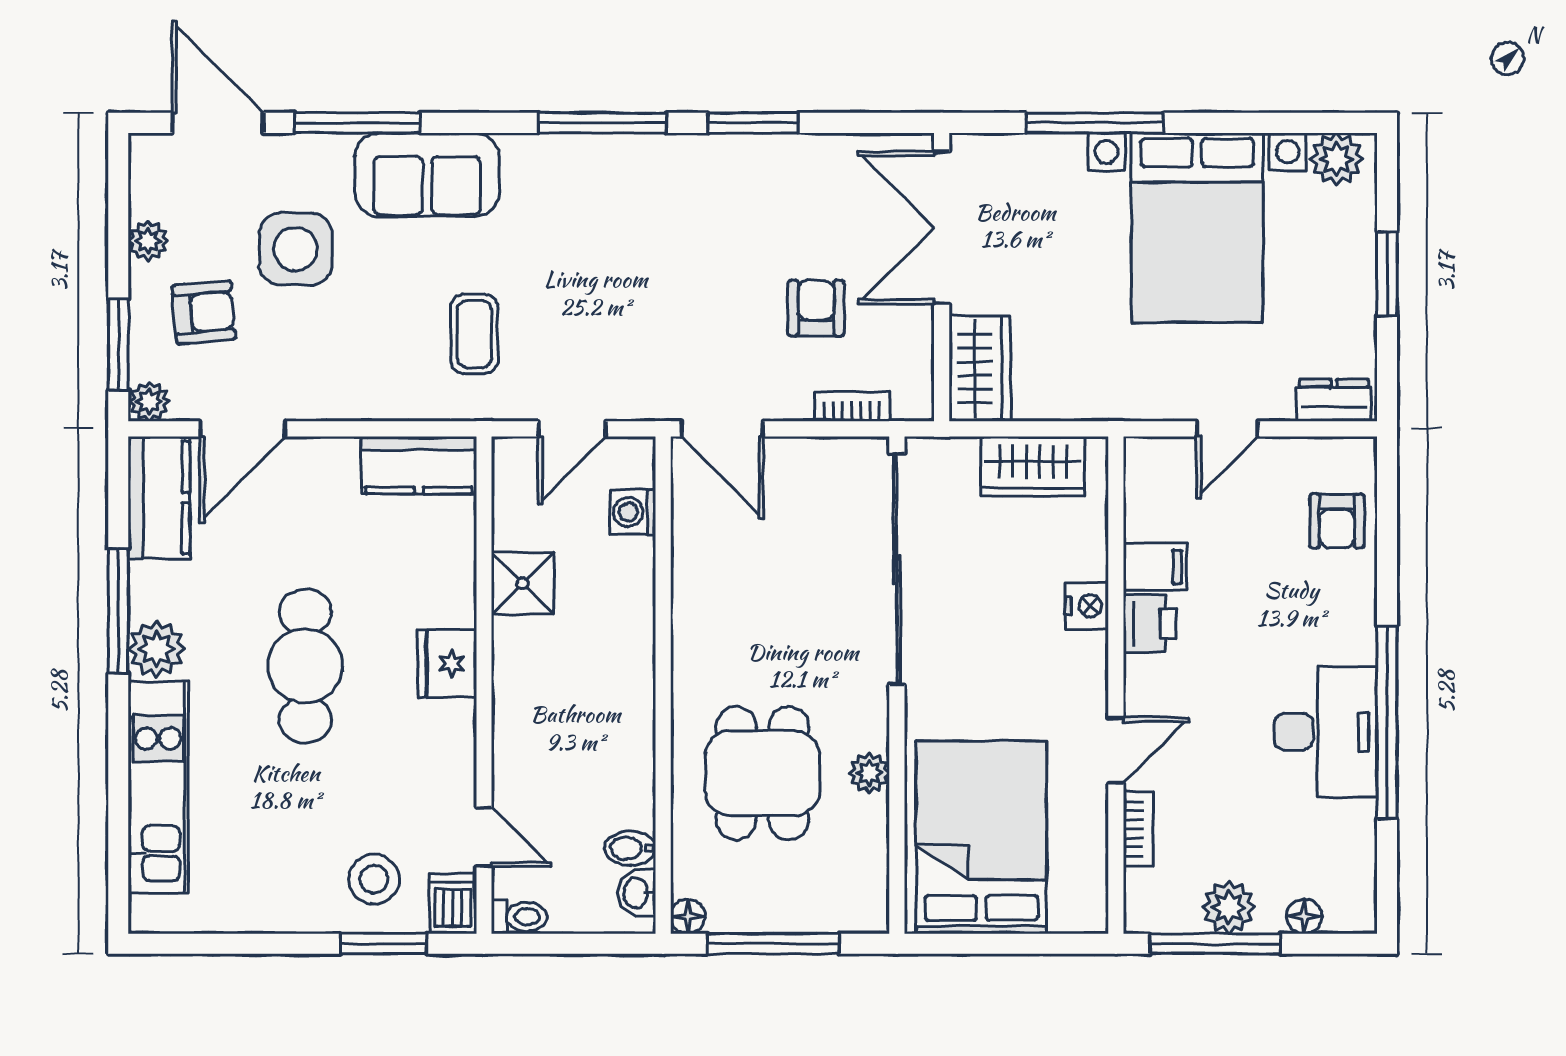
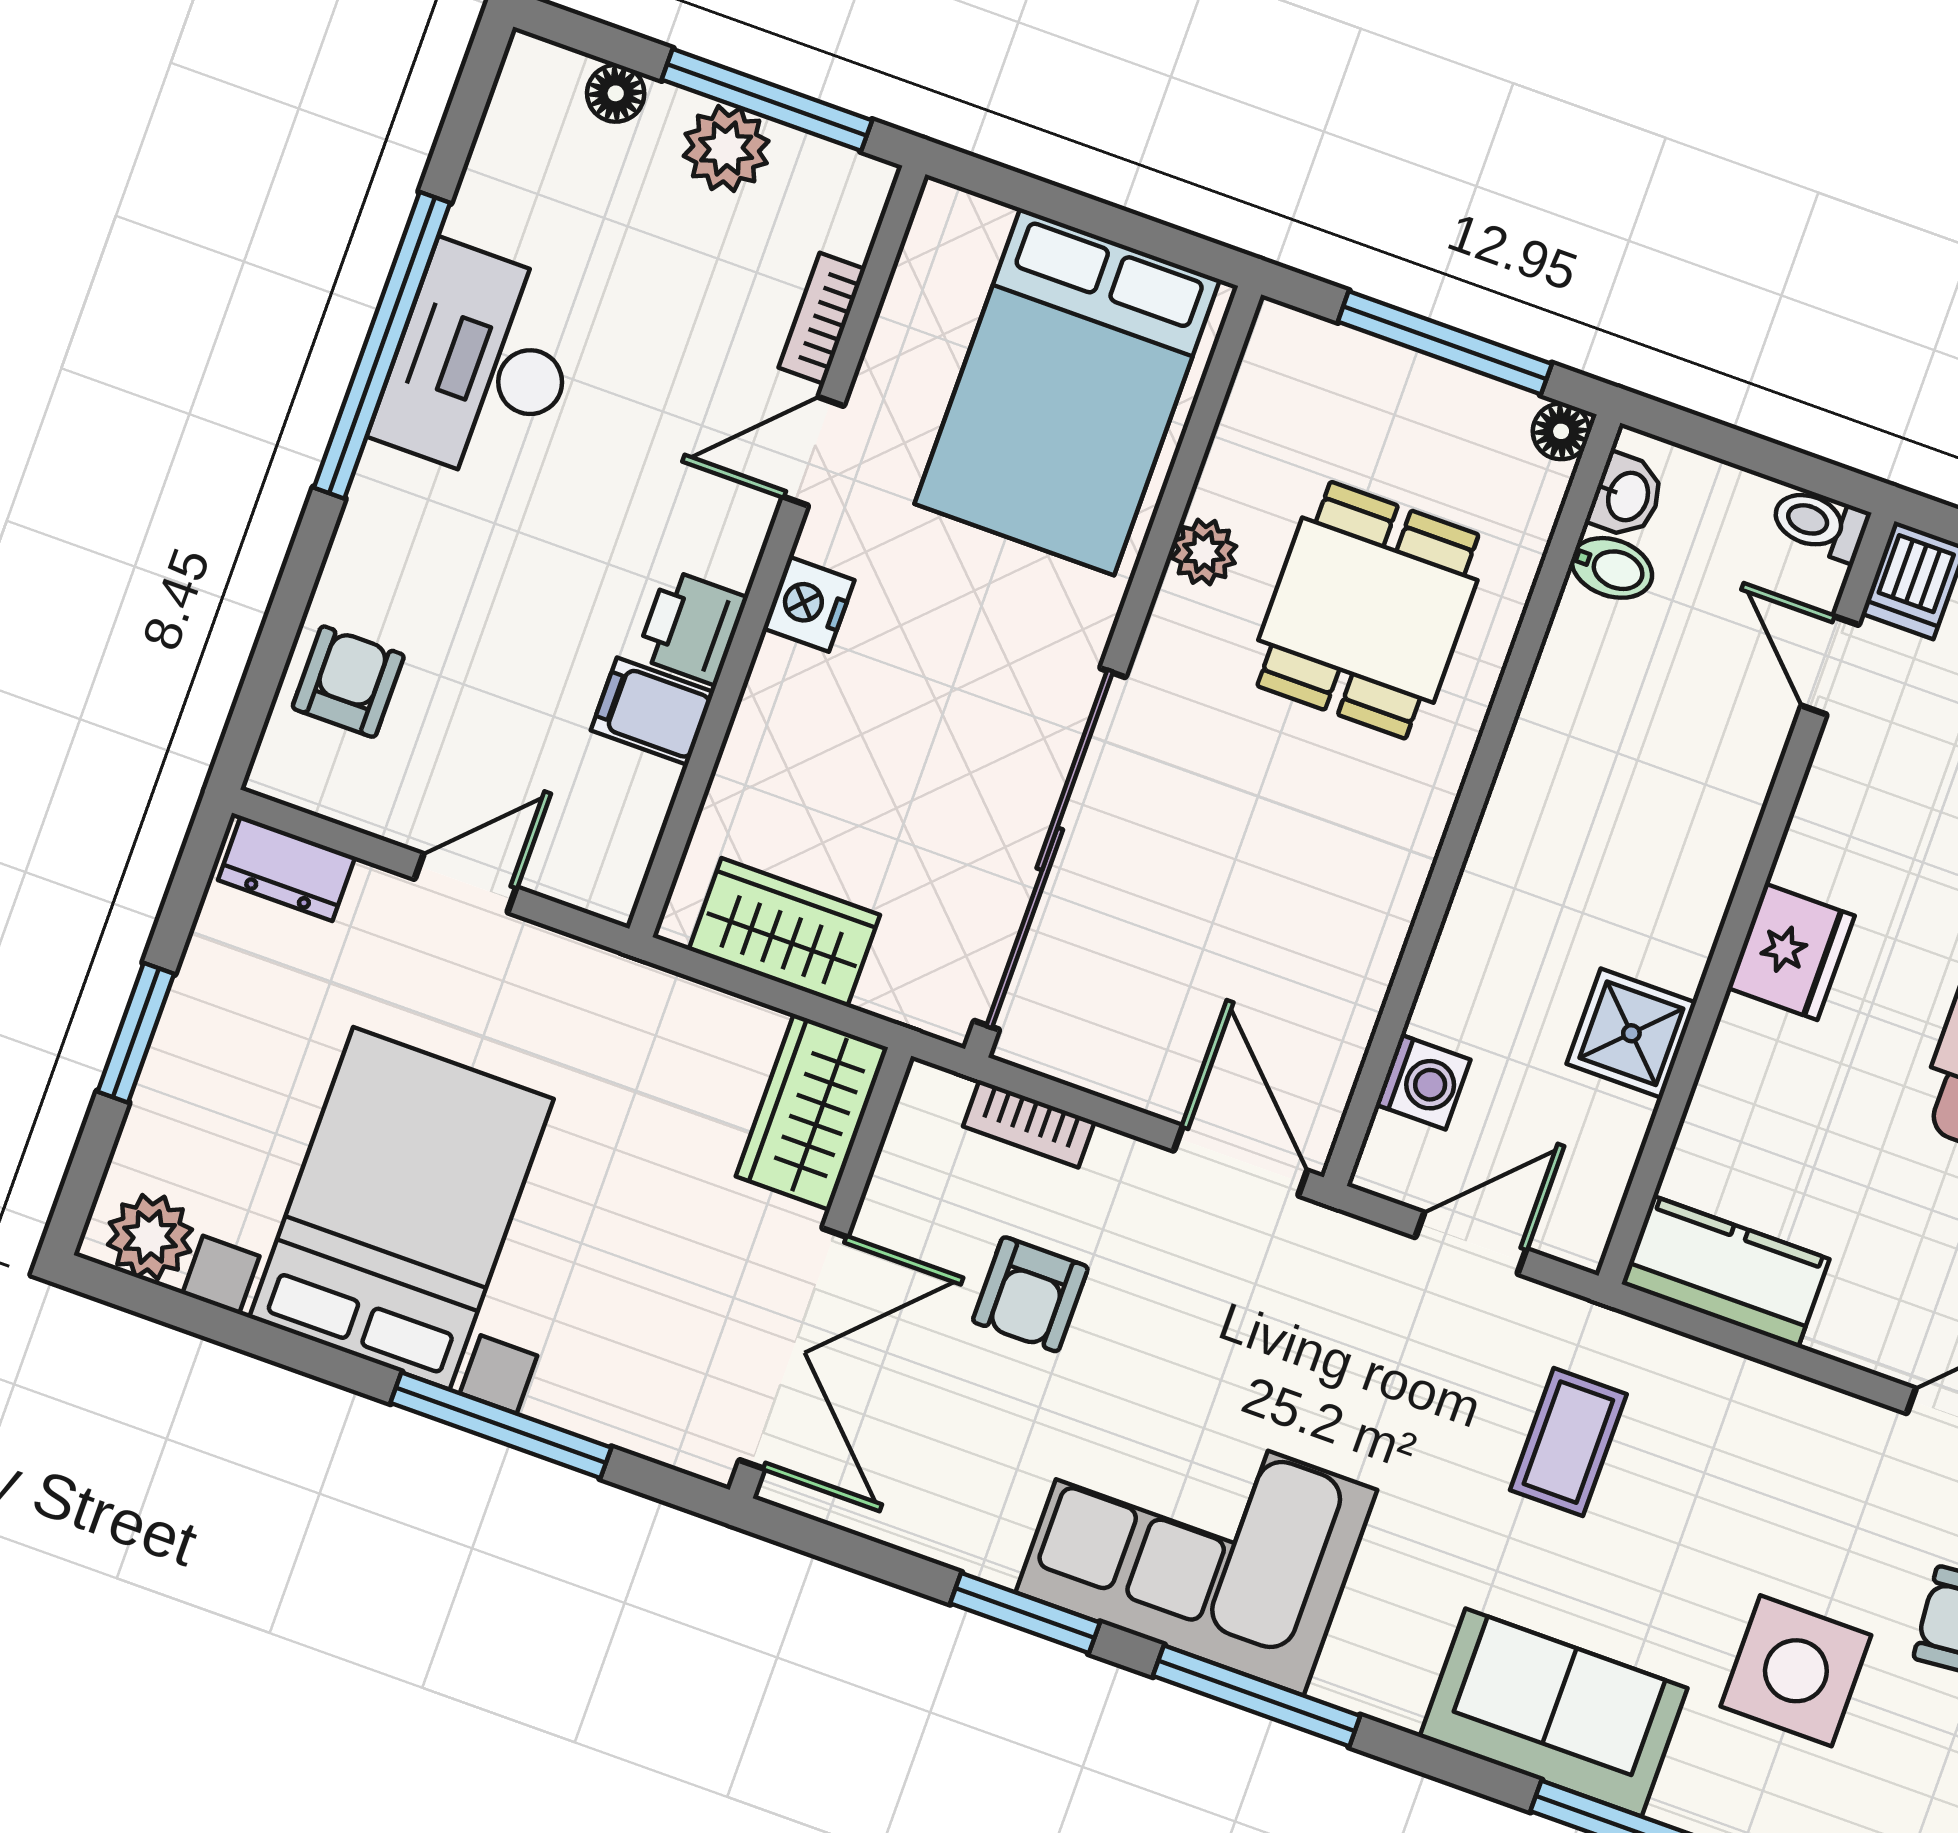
corner sofa: (669, 200) -> (1196, 1541), added
nightstand: (1087, 606) -> (809, 604), moved

